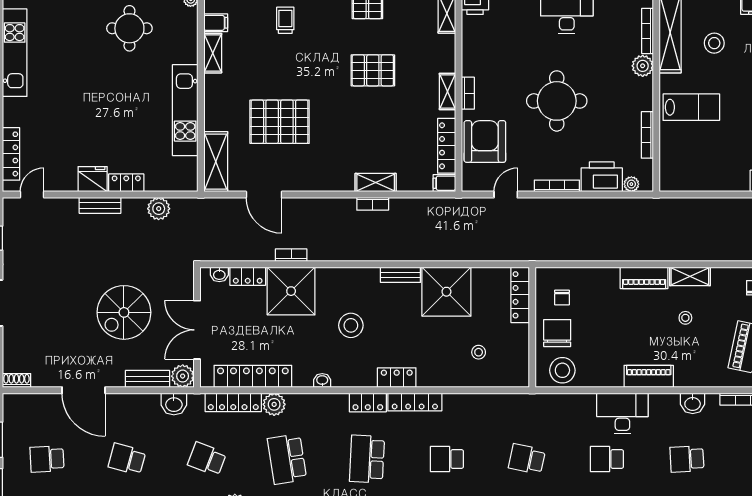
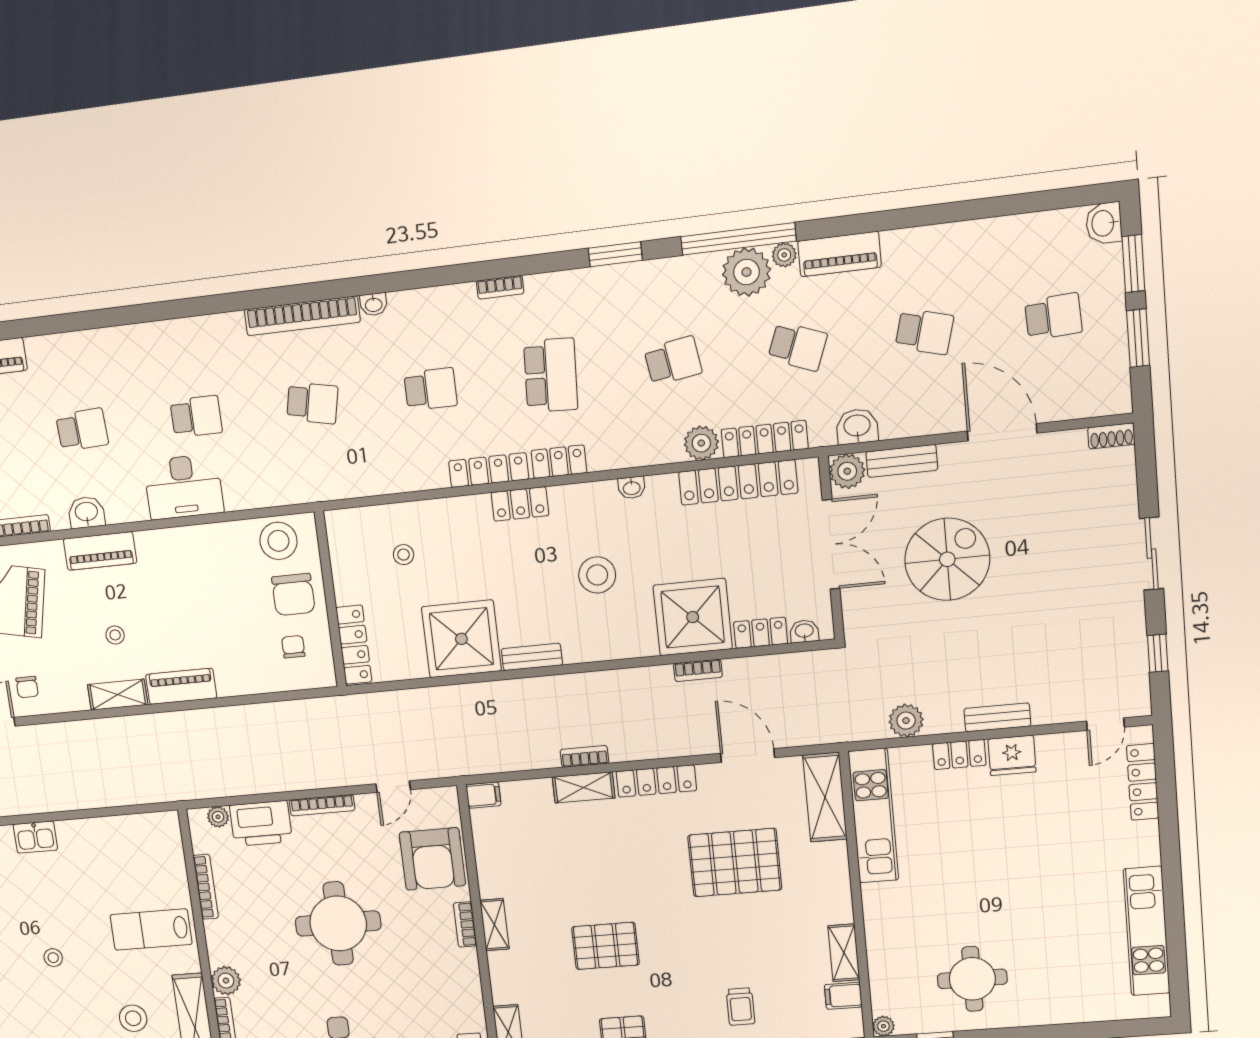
kitchen unit: (185, 110) -> (873, 816), moved
locker: (447, 146) -> (656, 781), moved, turned 90
piano: (649, 376) -> (100, 551), moved
school desk: (287, 459) -> (673, 361), width x0.54

